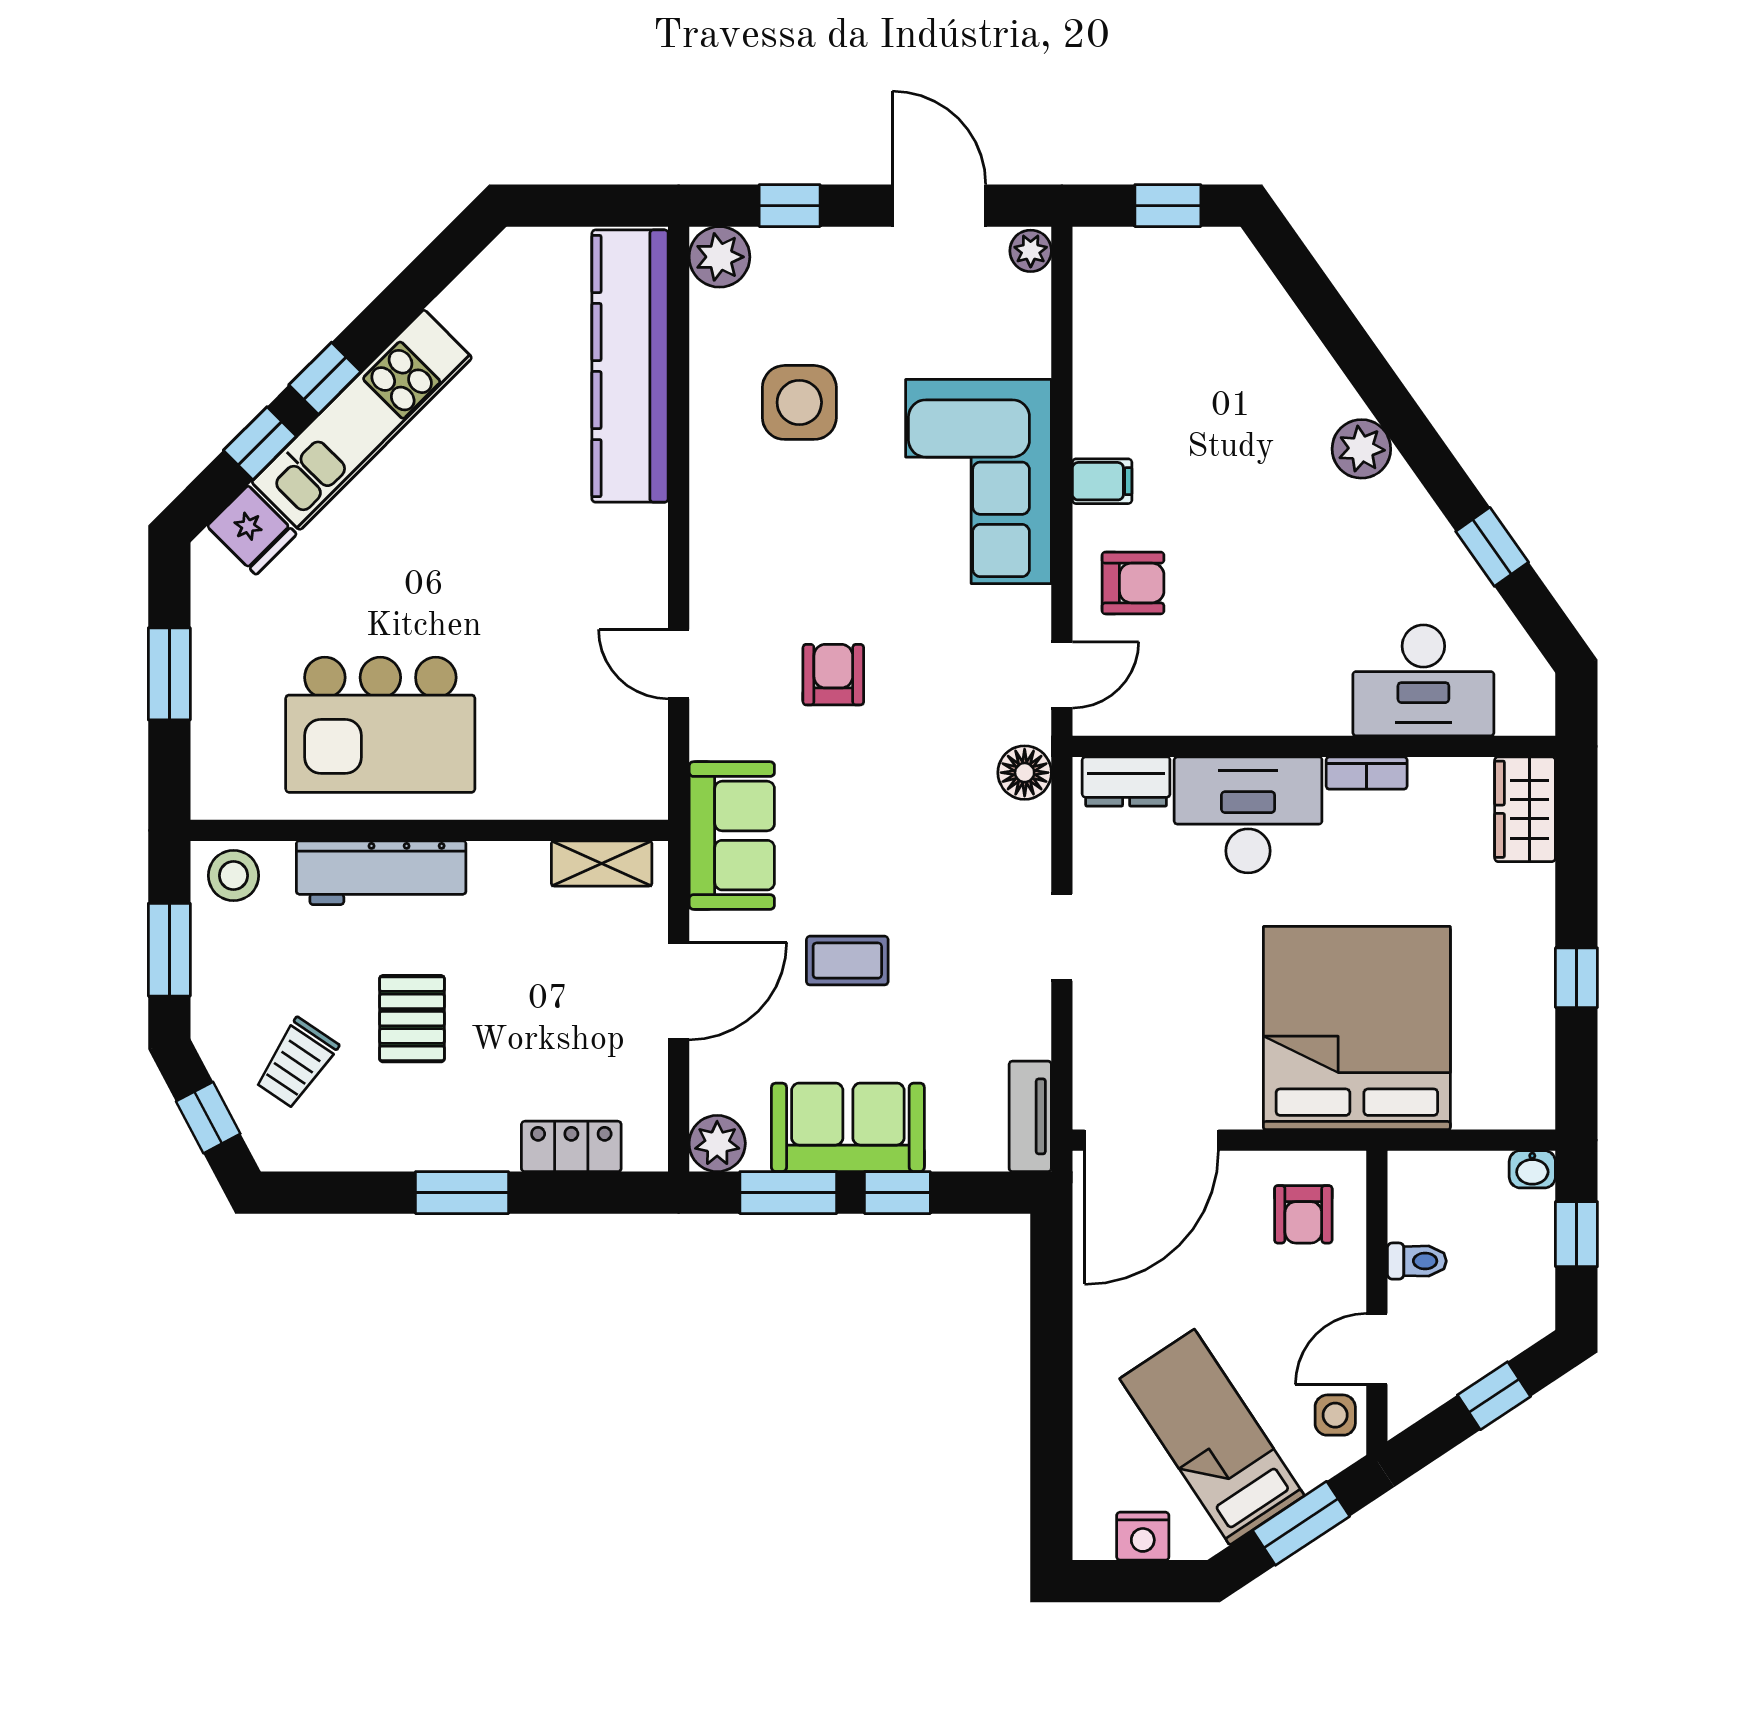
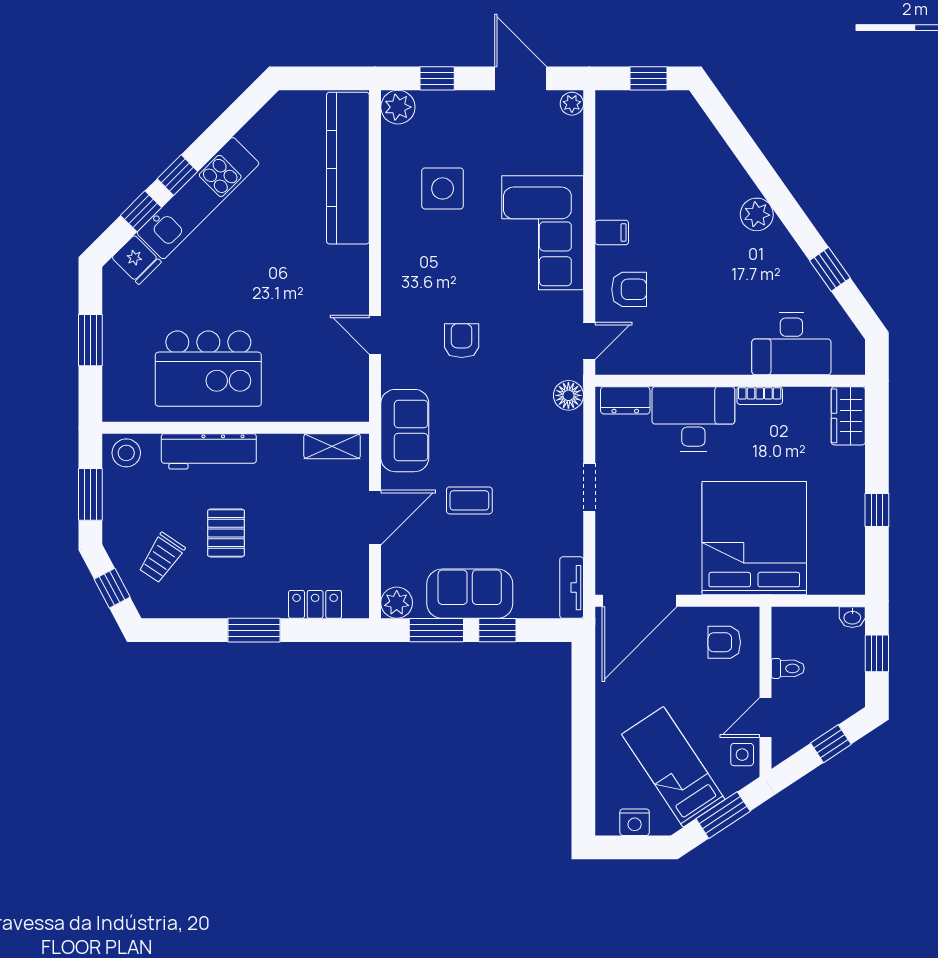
armchair: (1303, 1214) -> (724, 642), turned 90

